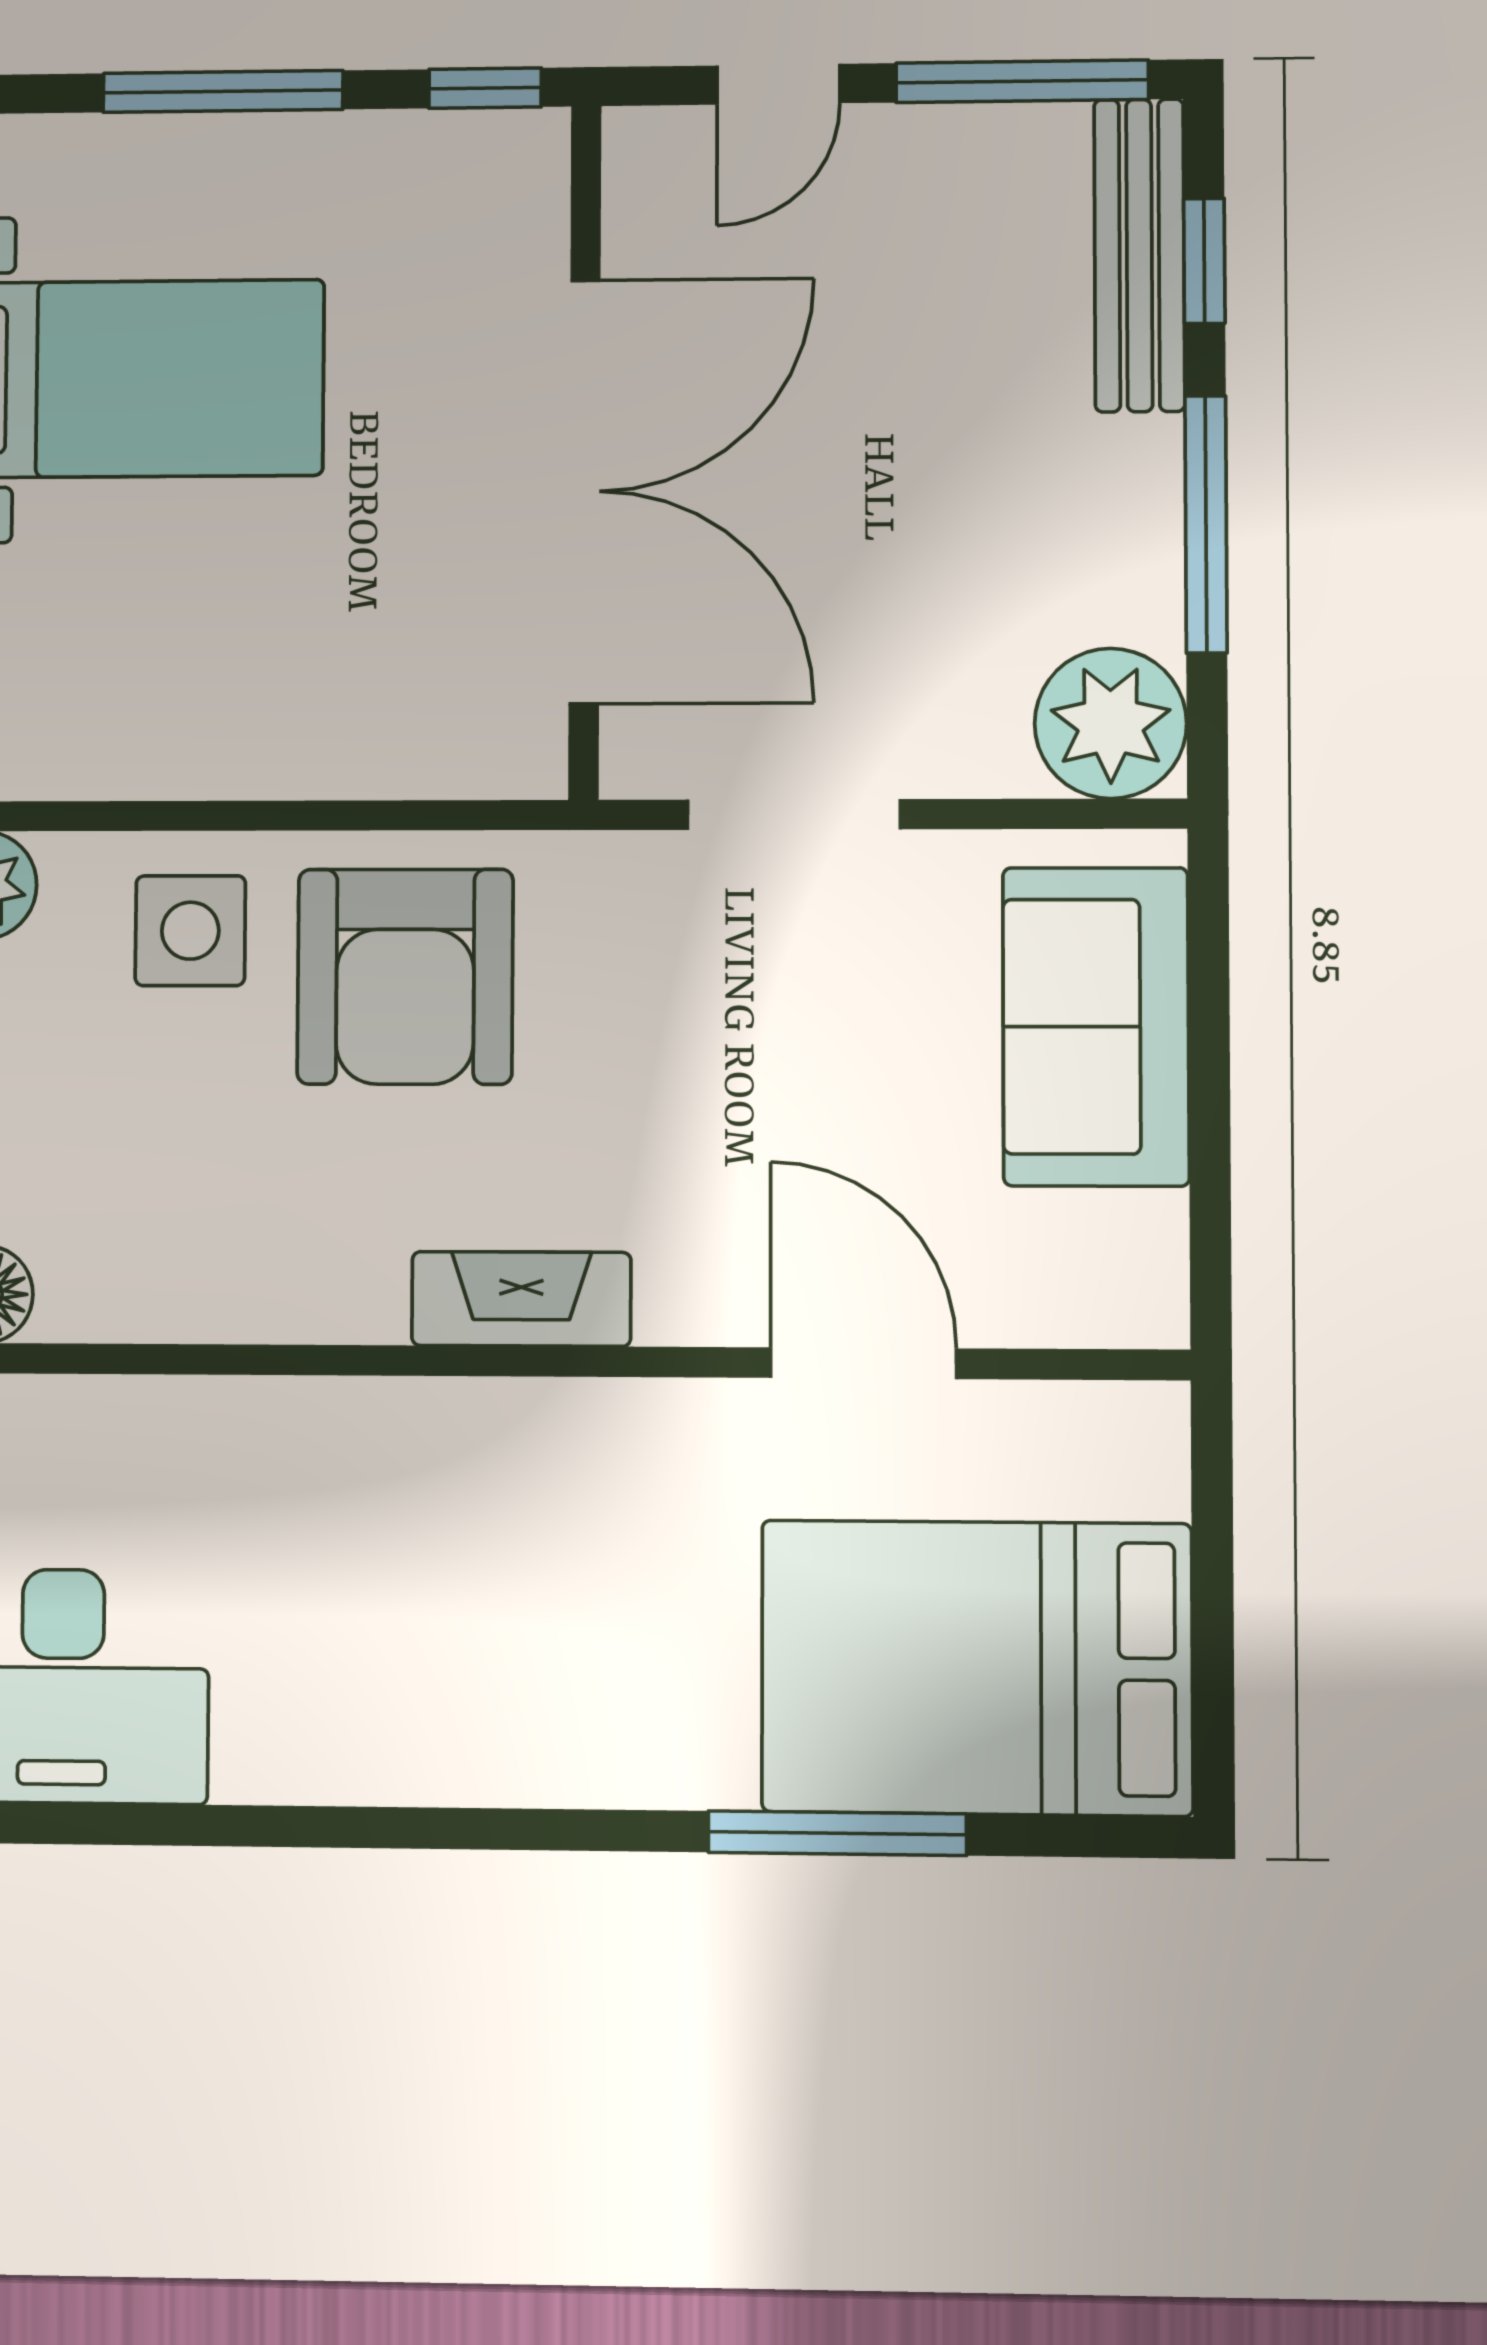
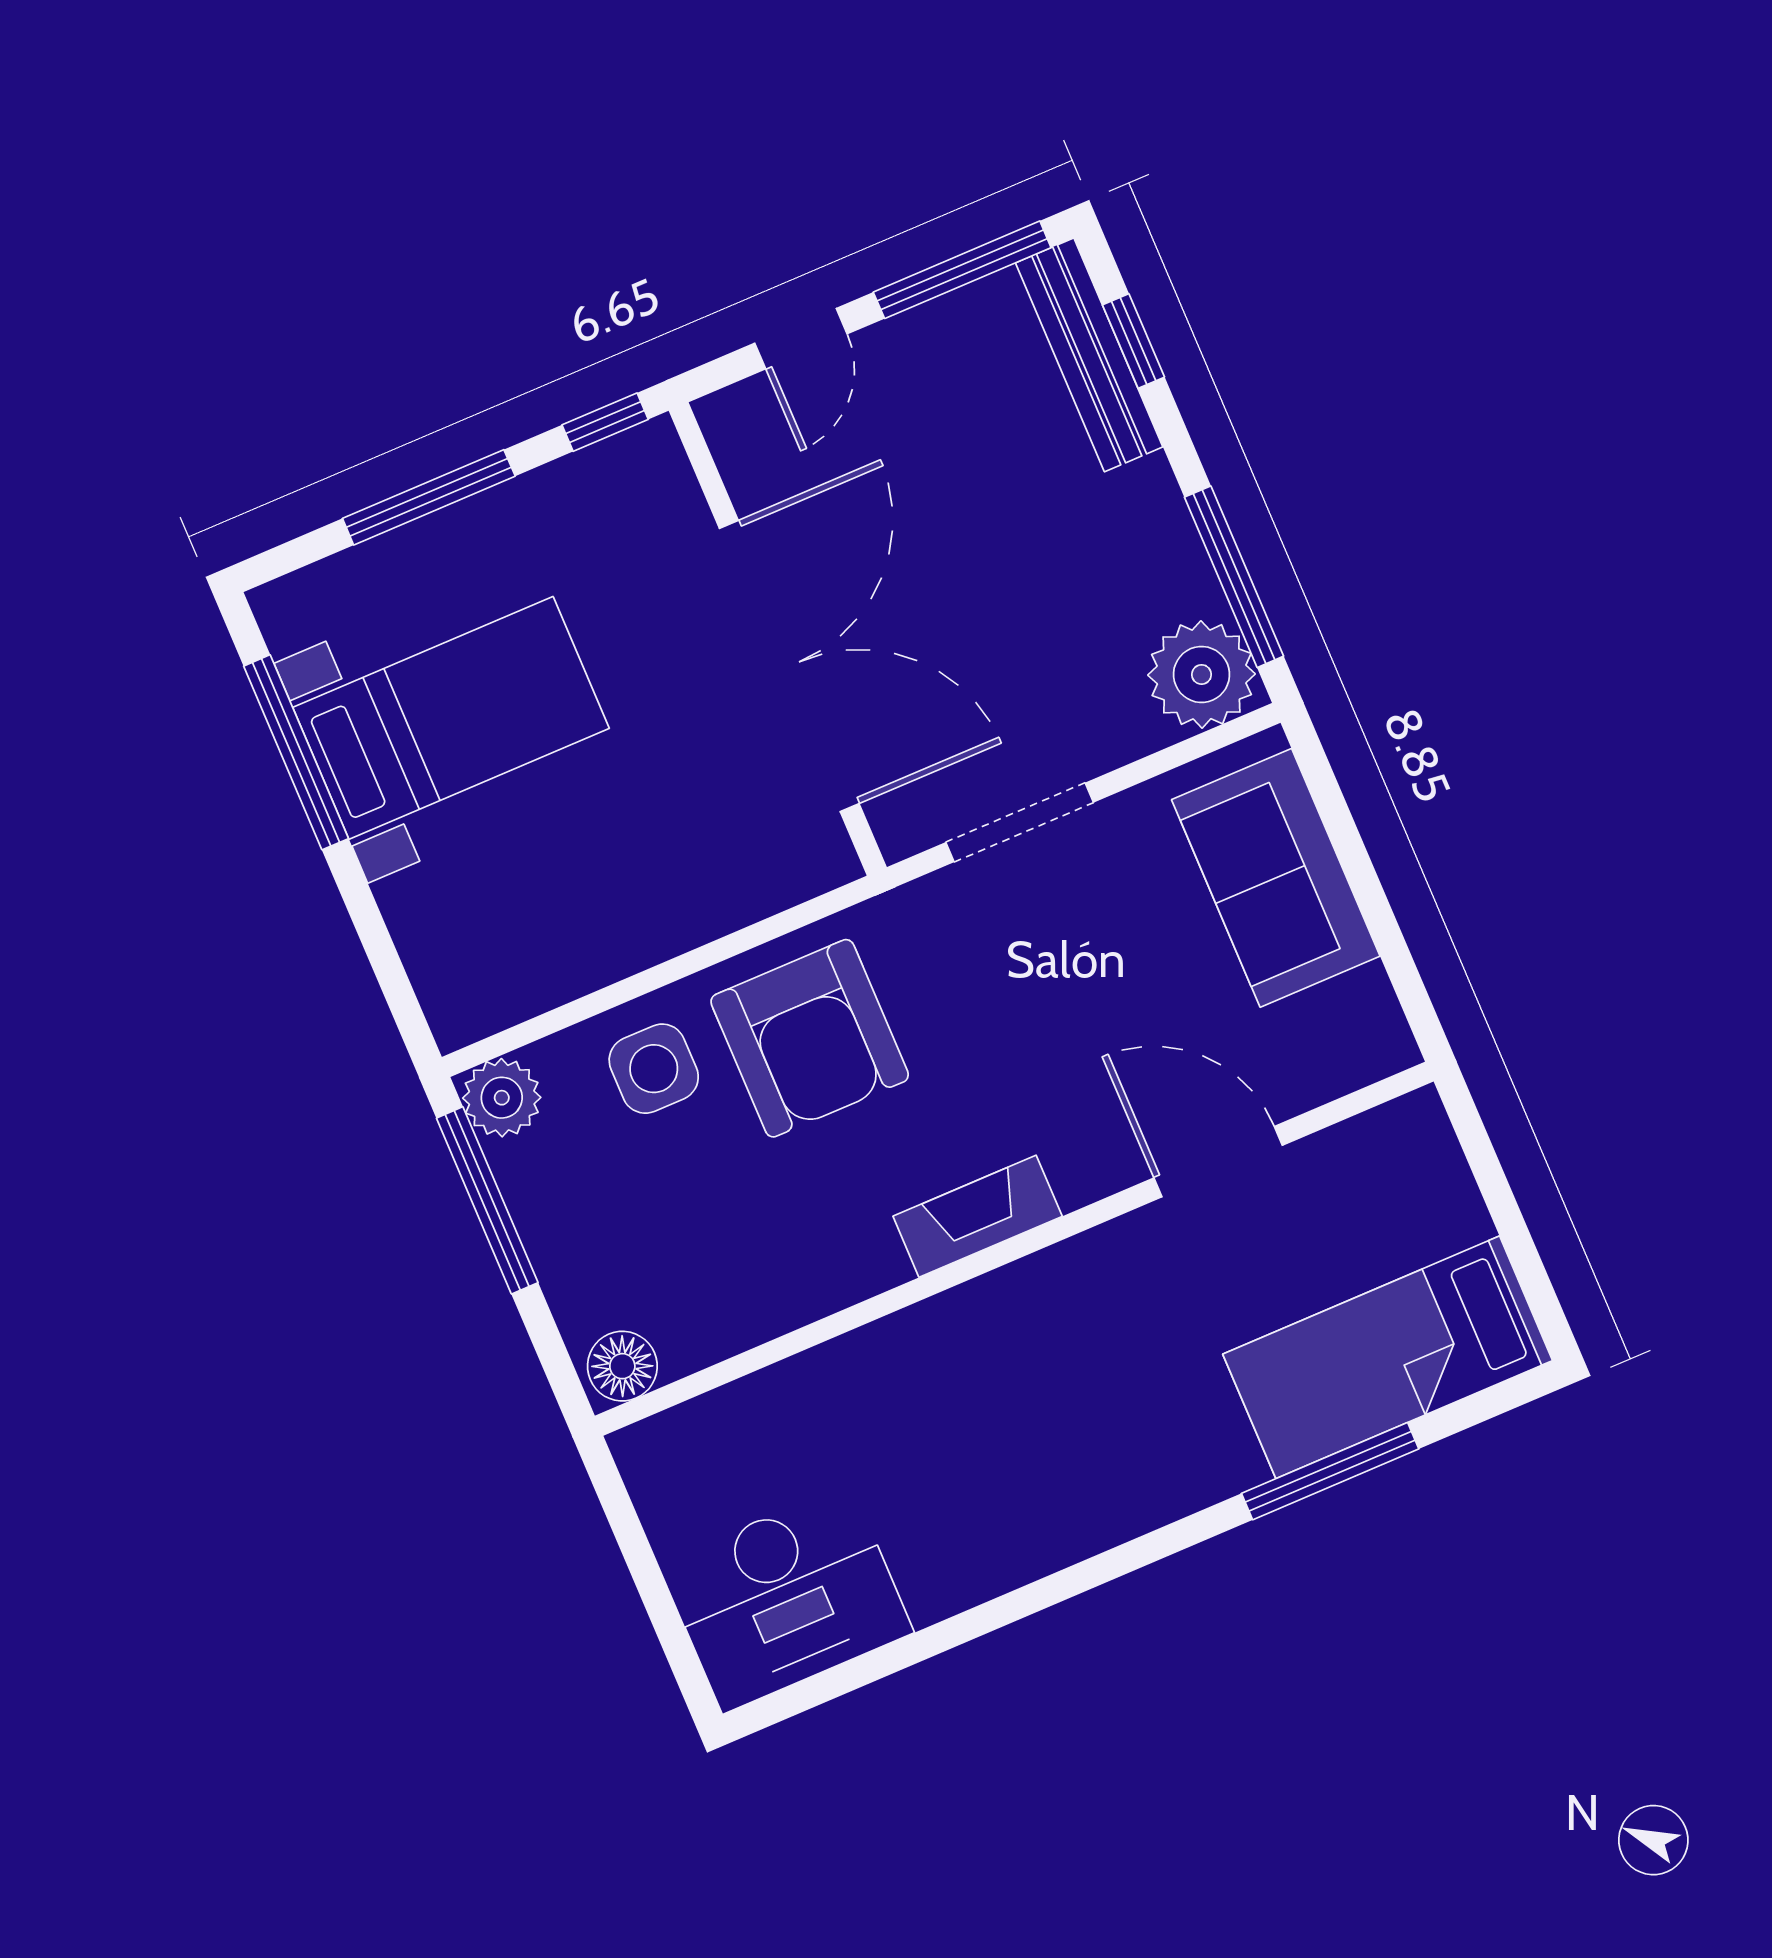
window: (1206, 524) -> (1234, 577), moved
bed: (977, 1668) -> (1388, 1357), width x0.67

